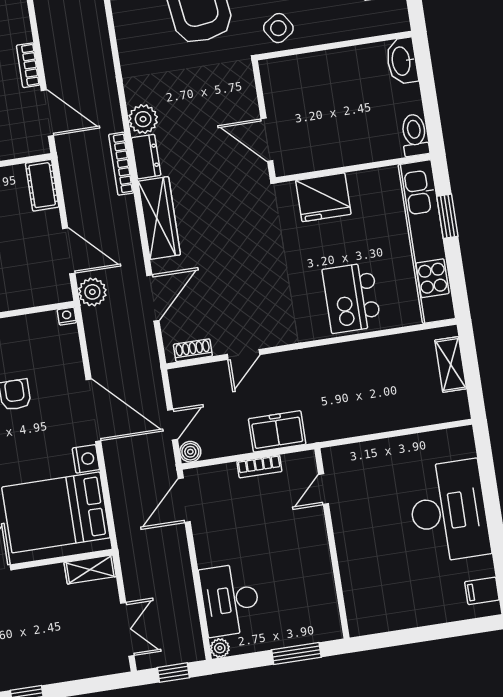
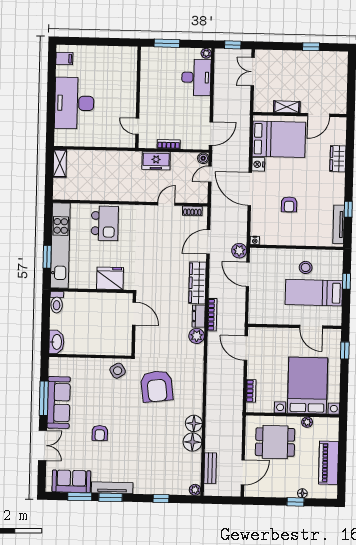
bookcase: (28, 65) -> (251, 391), moved
cot: (42, 185) -> (255, 311), removed
shelving: (451, 364) -> (60, 163), moved
door: (324, 489) -> (137, 126), swing flipped
shelving: (90, 569) -> (287, 107), moved

